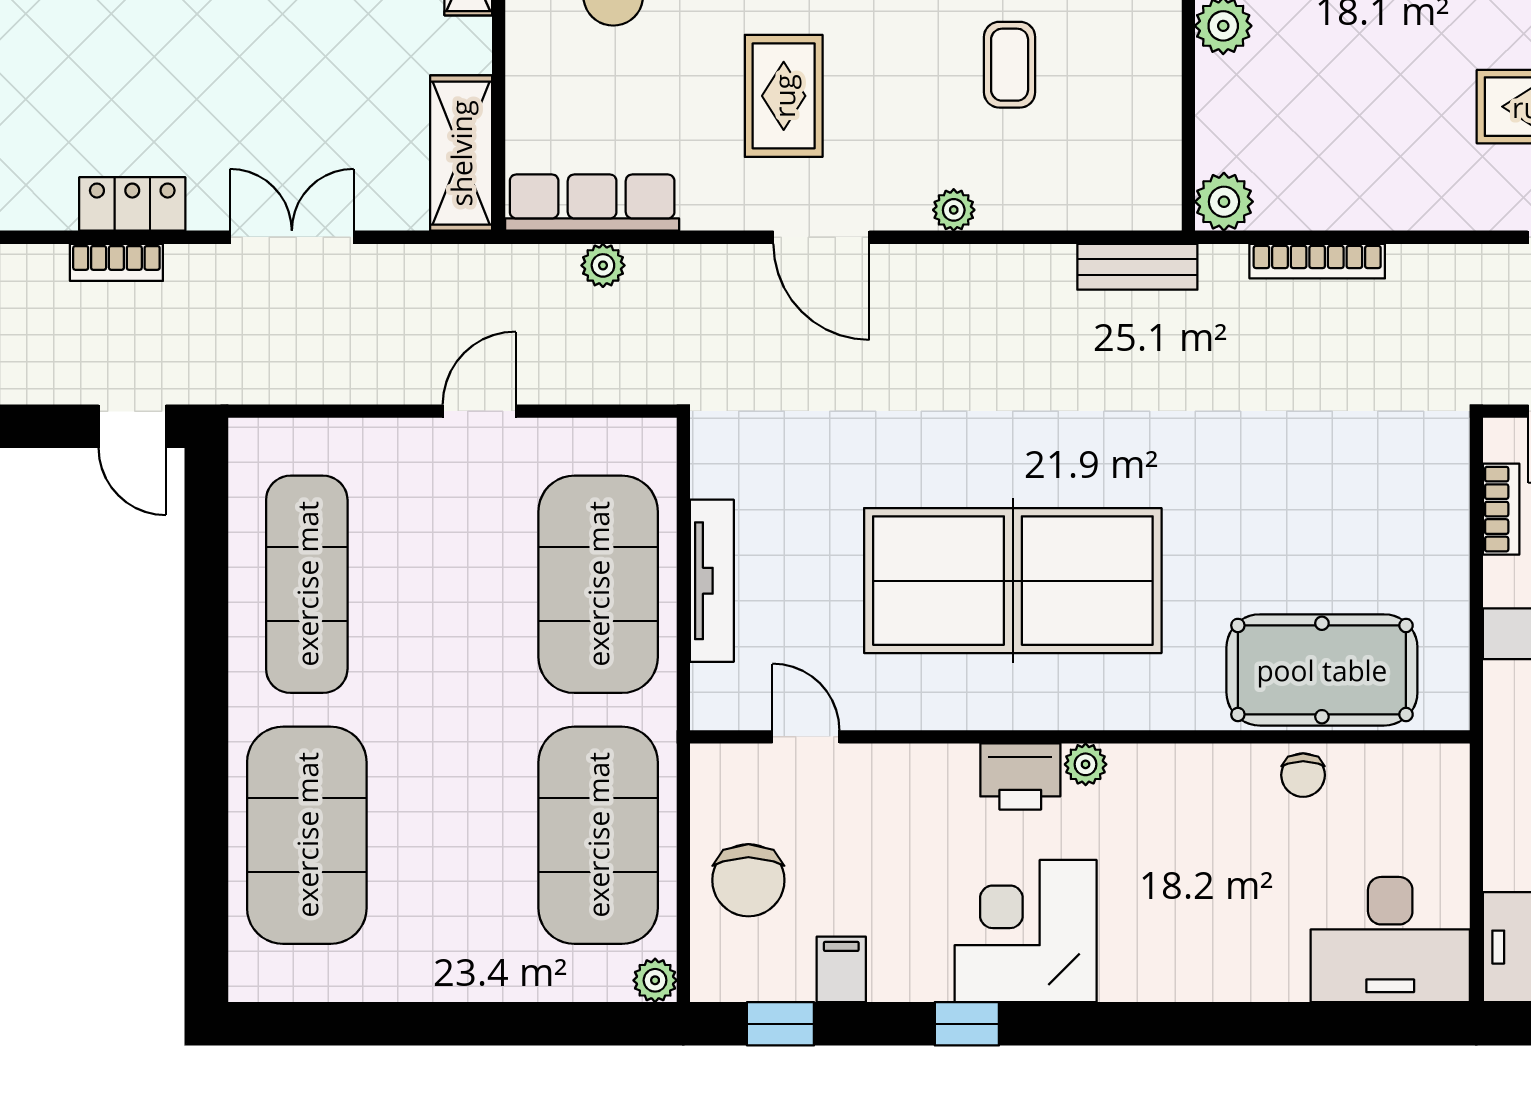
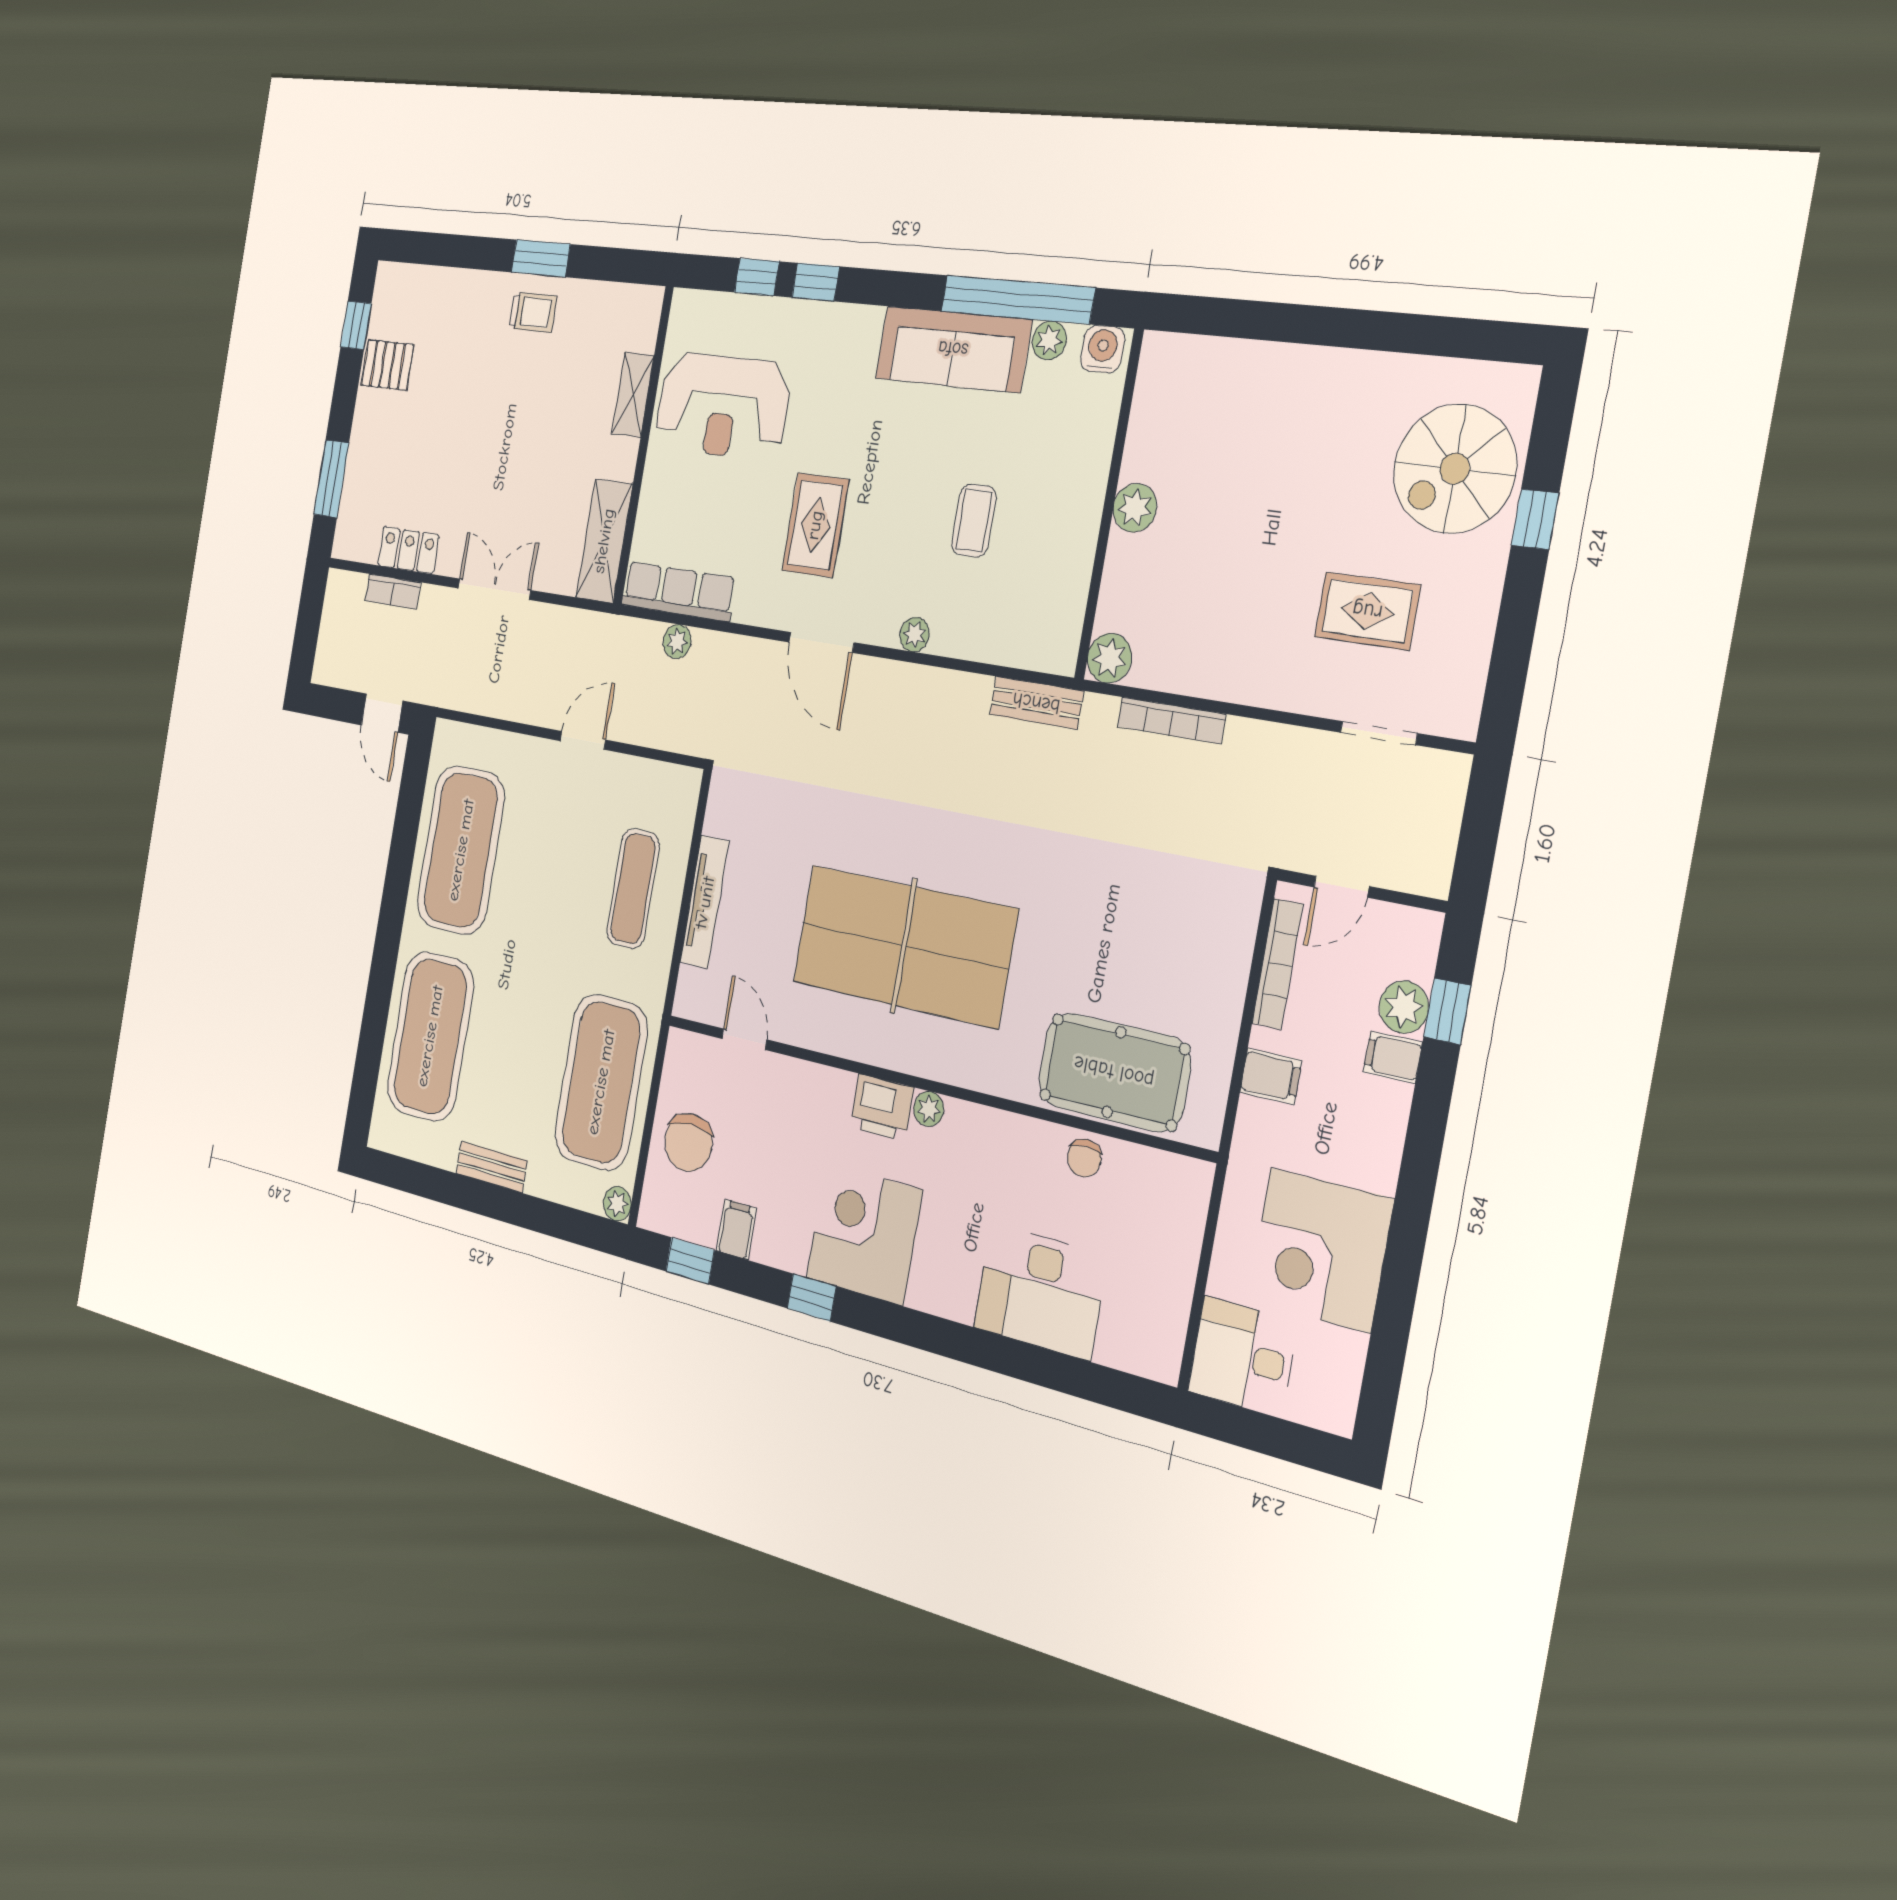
bookcase: (1501, 509) -> (1277, 964), width x1.56
exercise mat: (307, 584) -> (461, 850), width x1.47
exercise mat: (598, 584) -> (633, 889), width x0.50, depth x0.69
desk: (1390, 939) -> (1040, 1292), moved
bench: (445, 980) -> (492, 1167), added

